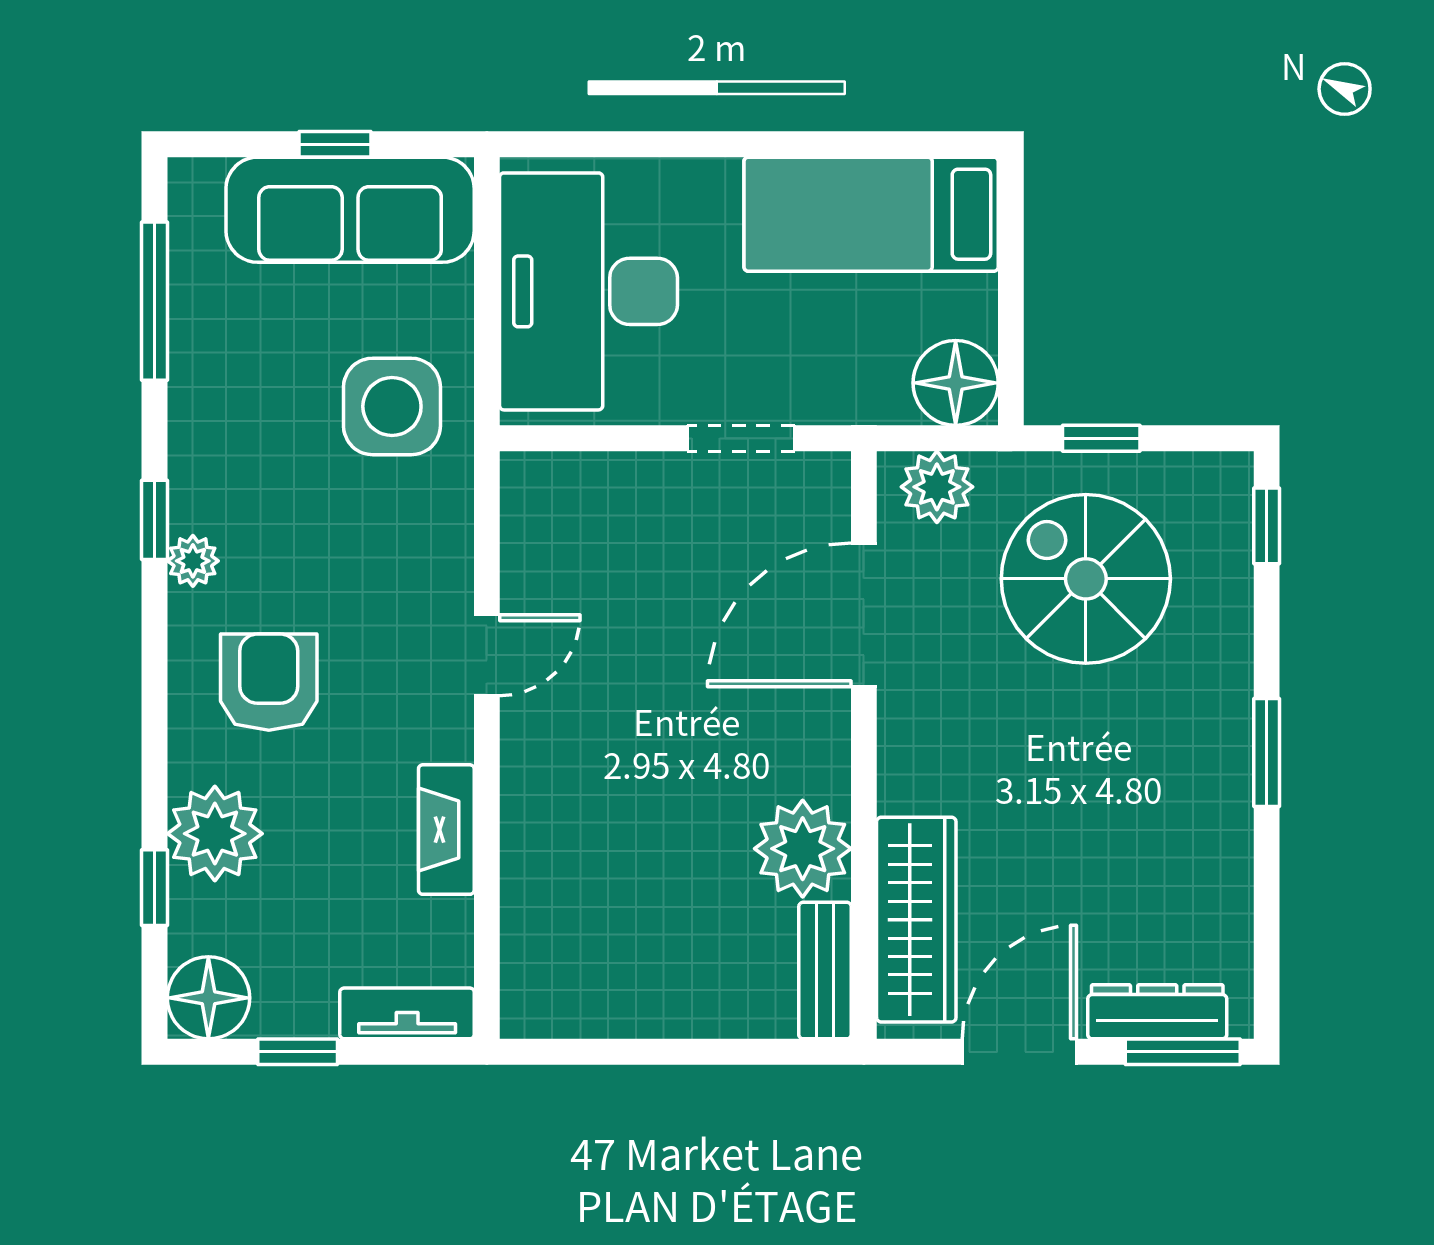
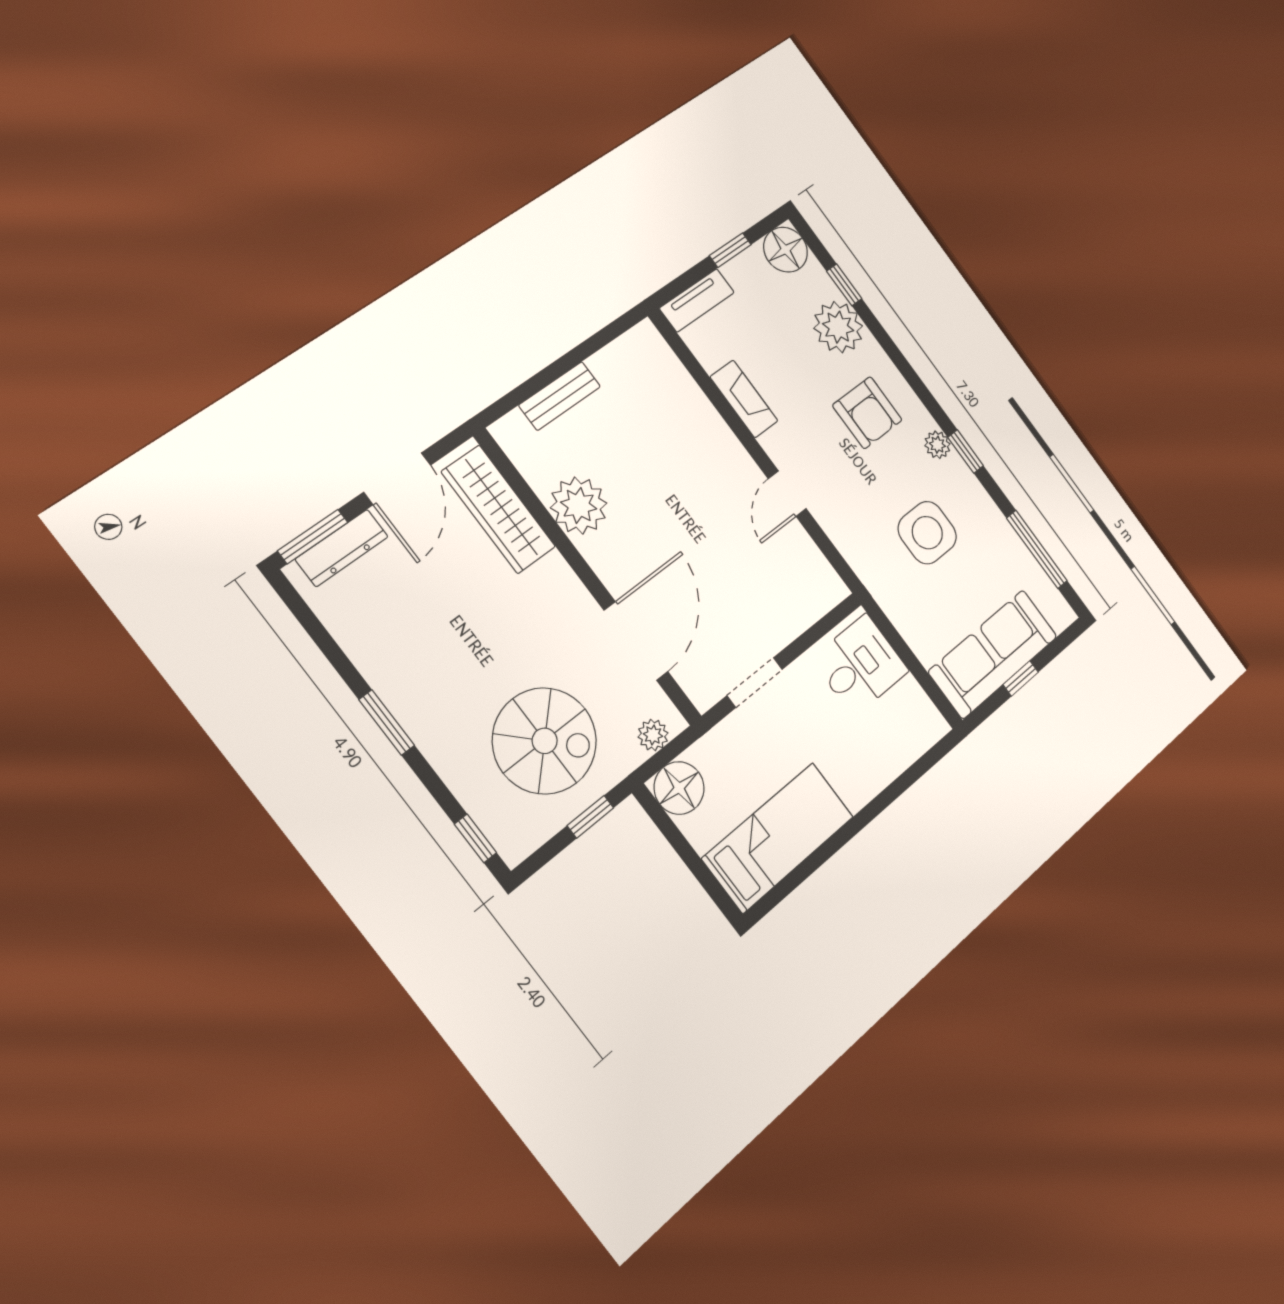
desk: (588, 291) -> (860, 665), width x0.53, depth x0.77
side table: (392, 406) -> (927, 533), moved
plant: (937, 487) -> (653, 735), width x0.73, depth x0.73
bench: (825, 971) -> (560, 396), moved, turned 90

